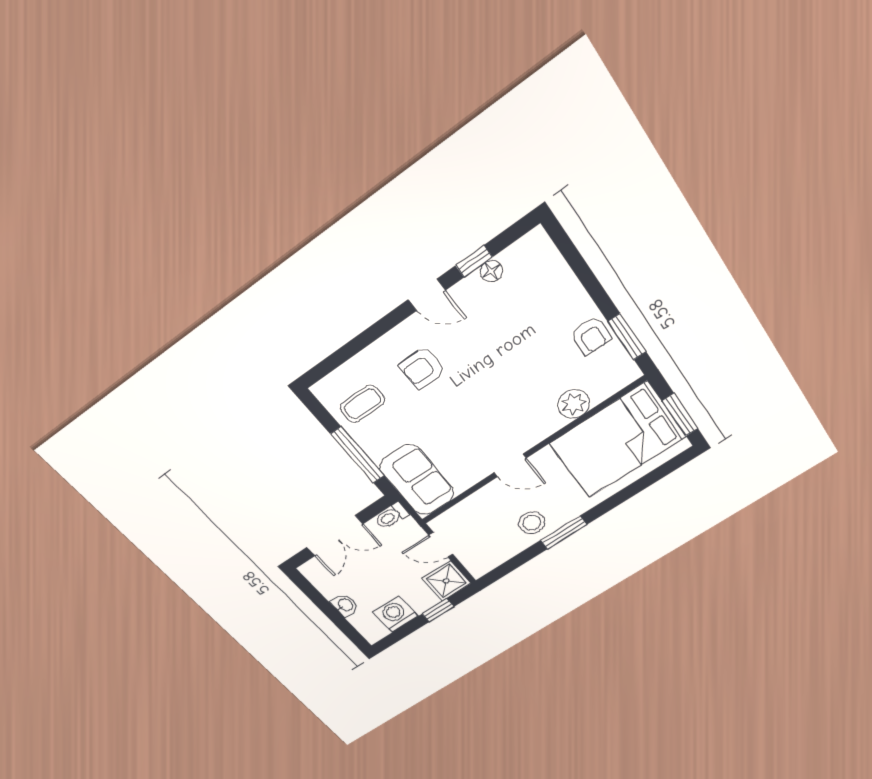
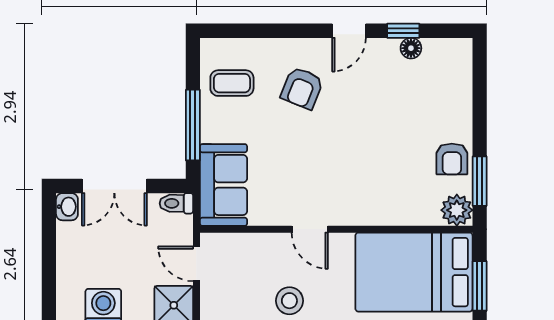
door: (427, 295) -> (349, 31), hinge flipped
armchair: (423, 368) -> (302, 88), turned -68
plant: (574, 404) -> (457, 210), moved
washbasin: (345, 605) -> (67, 207), moved

